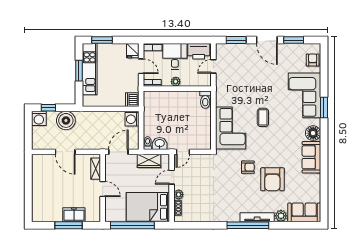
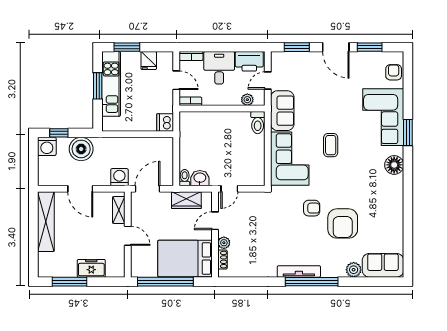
fridge: (133, 51) -> (149, 61), moved
plant: (176, 82) -> (247, 100), moved
washing machine: (132, 119) -> (119, 177), moved, turned 90
sofa: (311, 157) -> (282, 111), moved, turned 180
shelving: (38, 178) -> (46, 222), added
tv unit: (257, 217) -> (299, 271), moved
window: (68, 225) -> (70, 282), moved

